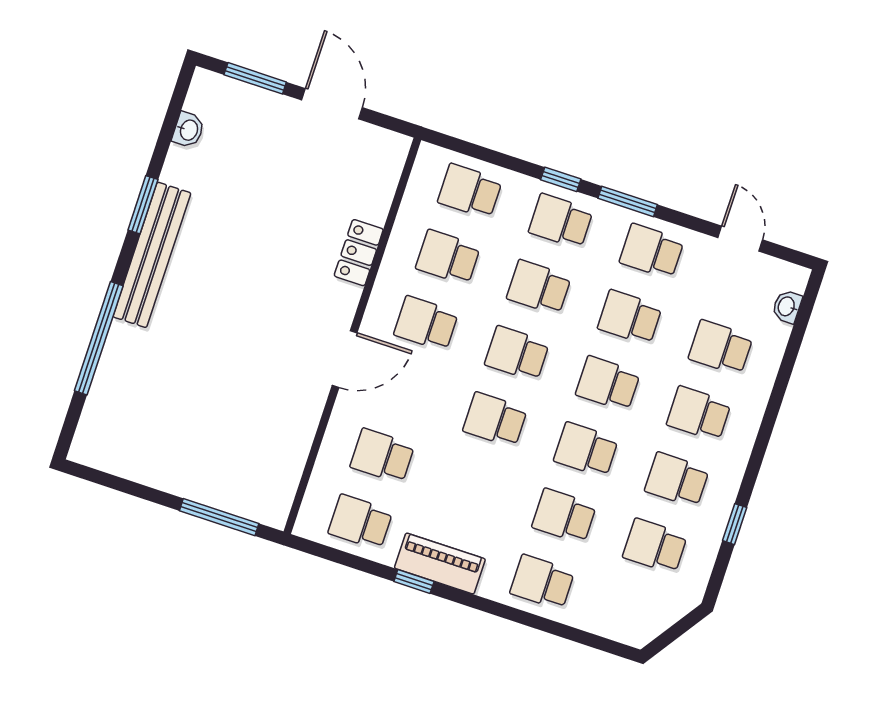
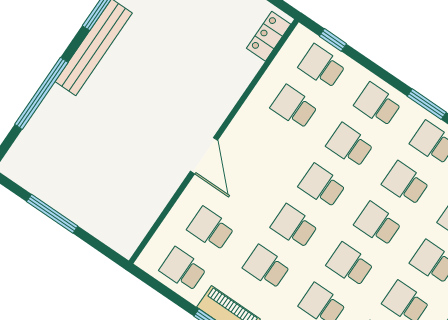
window: (561, 179) -> (333, 40), moved
locker: (359, 253) -> (269, 36), moved
school desk: (426, 323) -> (266, 267), moved
door: (345, 359) -> (204, 156), hinge flipped
window: (219, 517) -> (52, 214), moved

